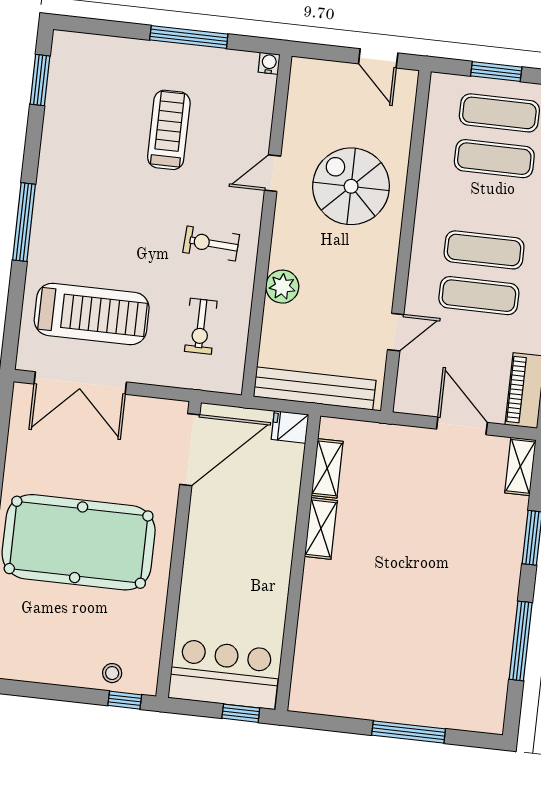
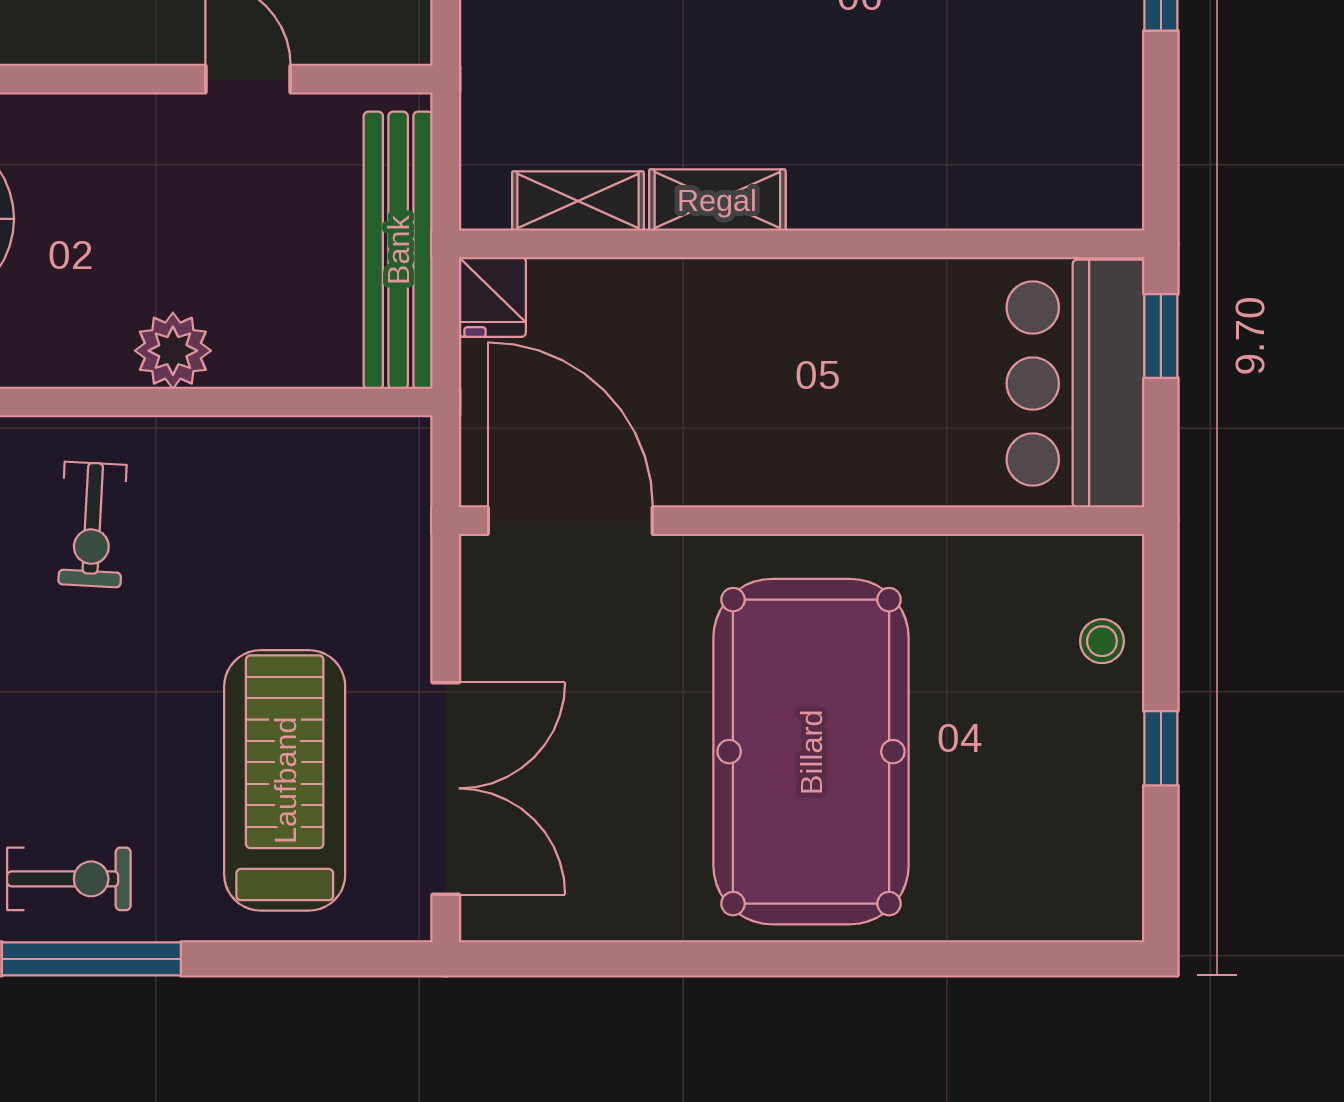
exercise bike: (201, 326) -> (69, 879), moved
window: (125, 700) -> (1161, 748), moved

